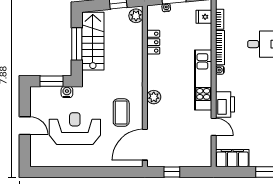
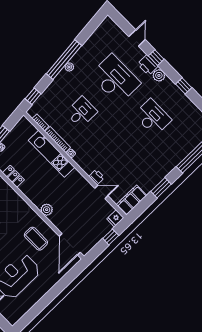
fridge: (204, 17) -> (115, 218), moved
kitchen unit: (203, 80) -> (52, 154), moved
printer: (225, 104) -> (97, 177), width x0.53, depth x0.68
window: (172, 172) -> (111, 237), moved

